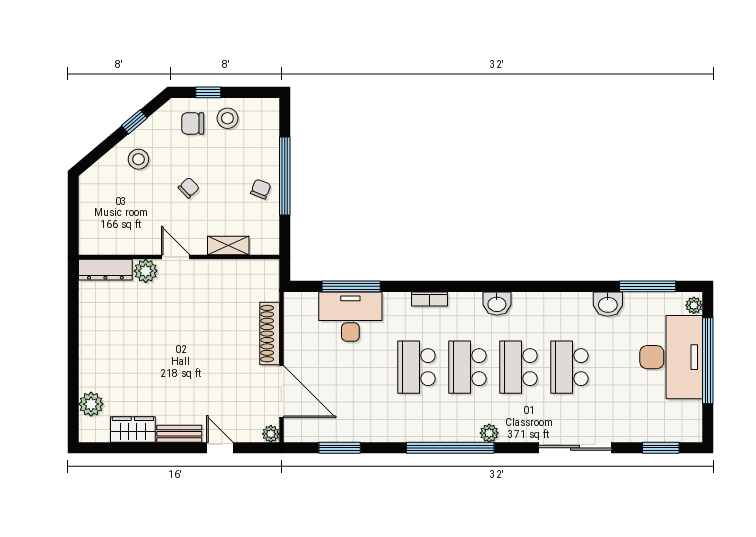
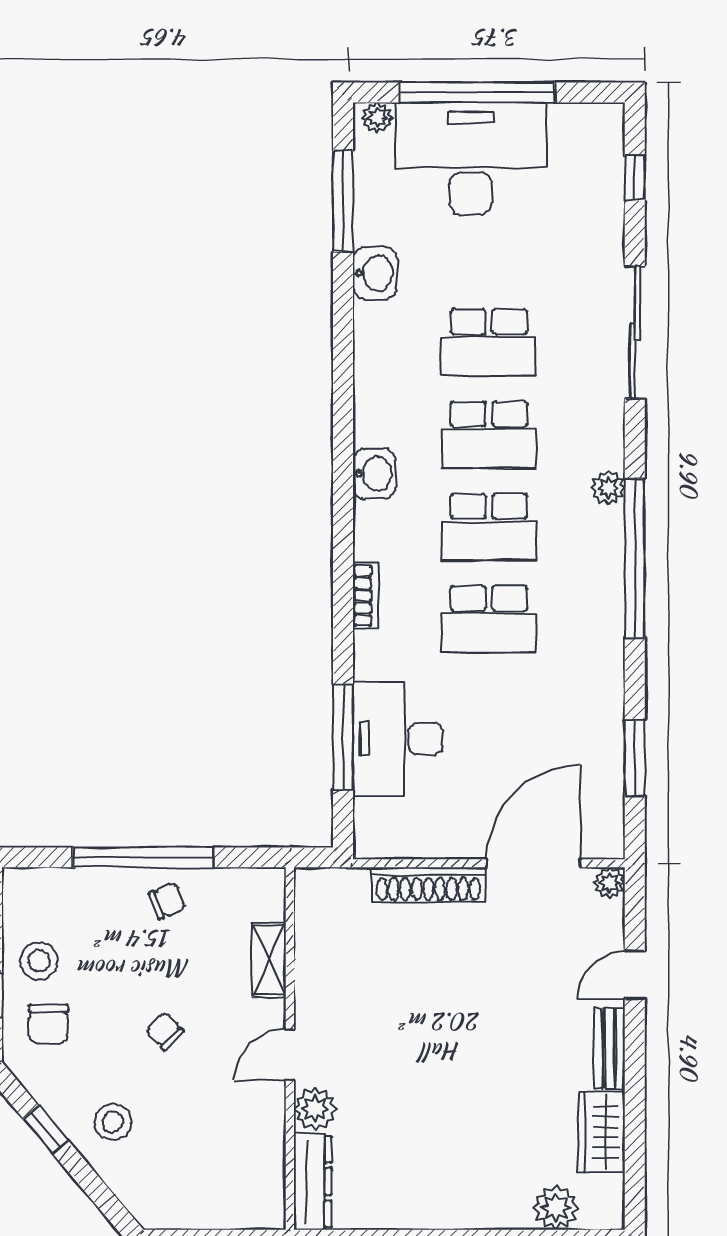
chair: (261, 189) -> (167, 901), turned 137
window: (661, 448) -> (635, 178), width x0.67

